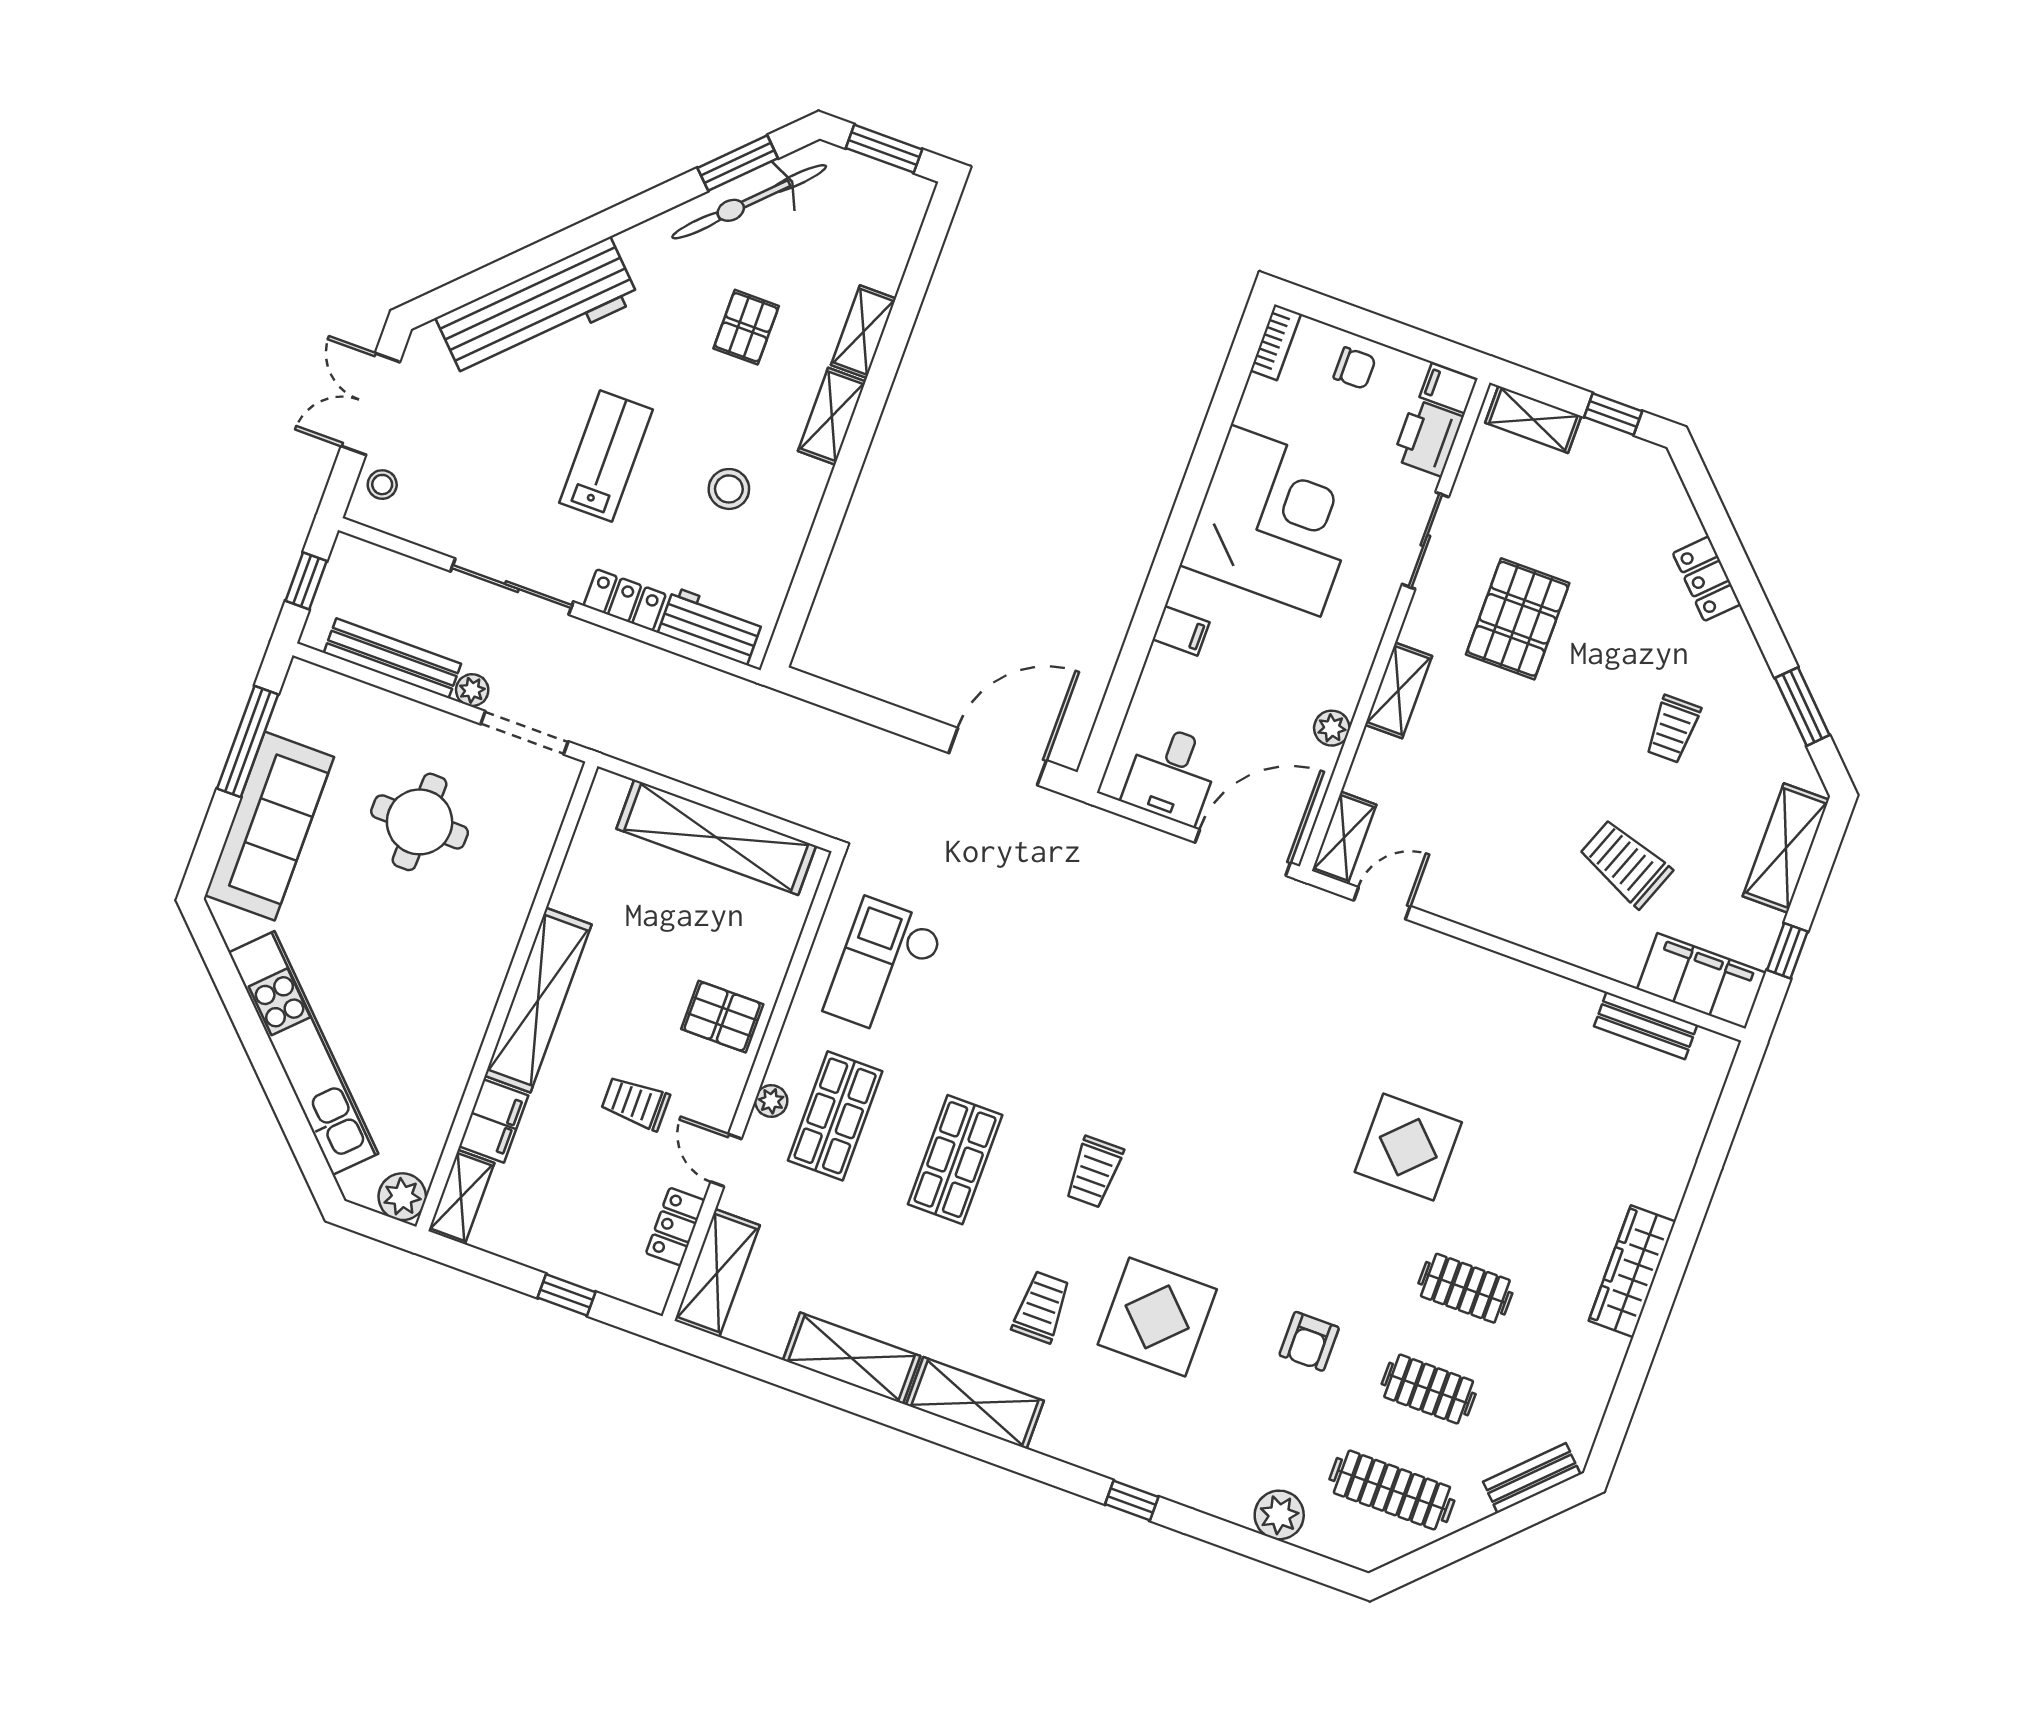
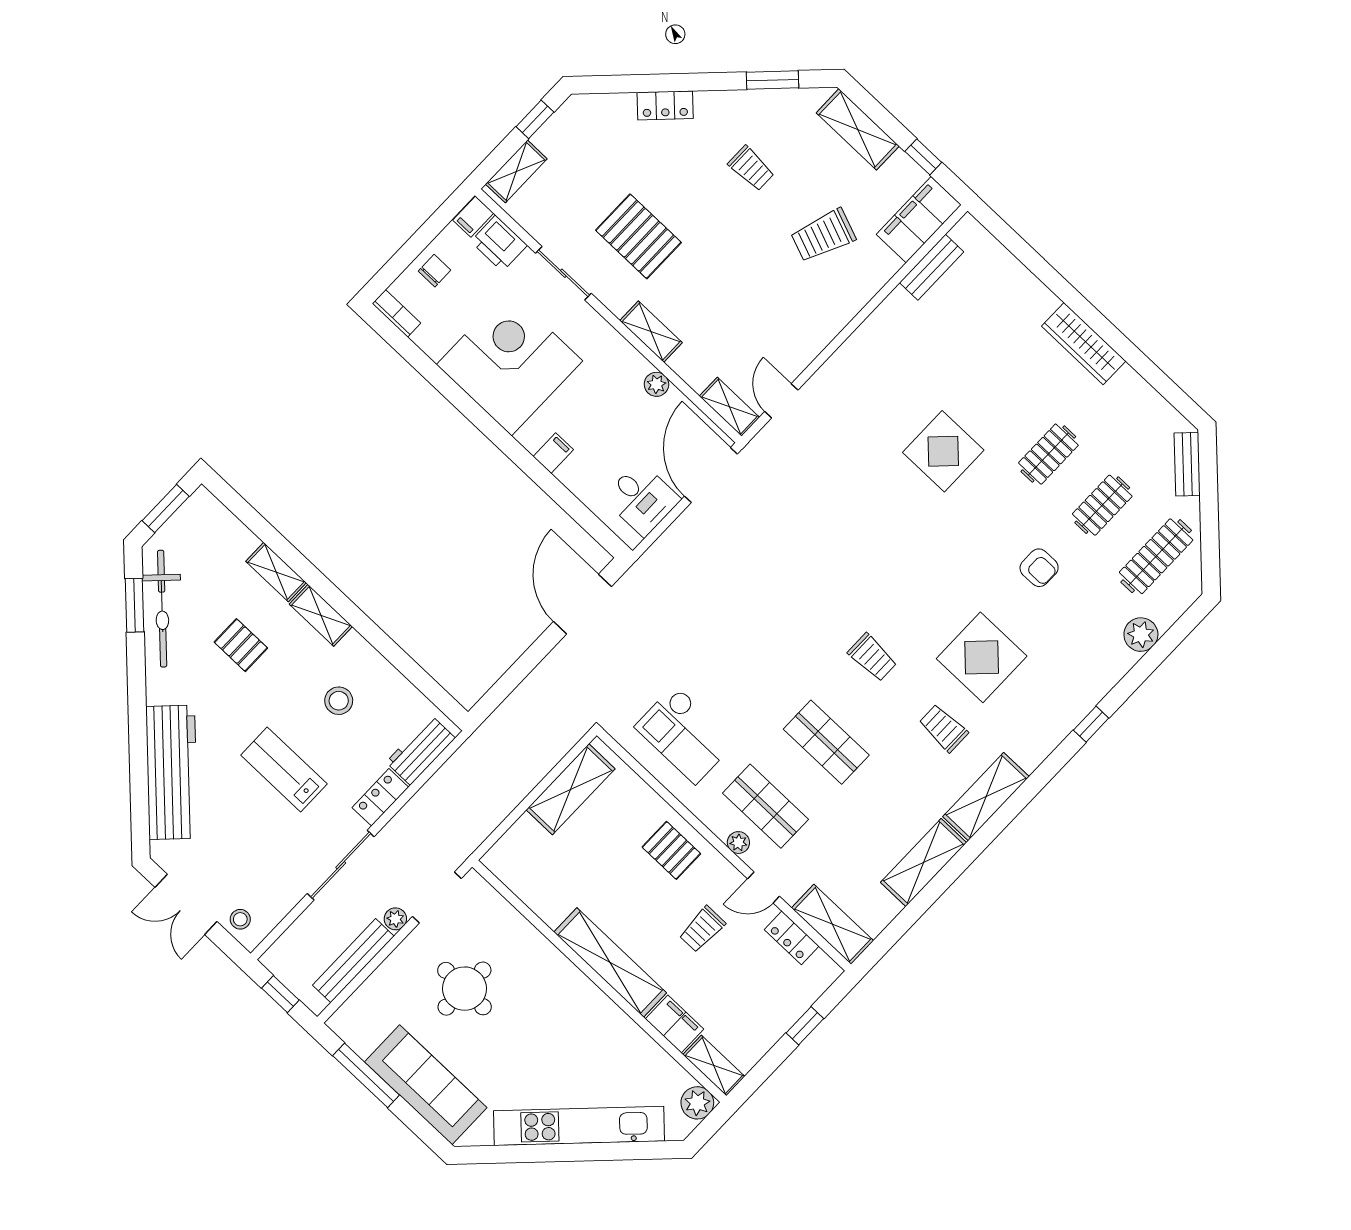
shelving: (716, 837) -> (571, 789), width x0.68
pallet: (722, 1017) -> (671, 850), turned 90

